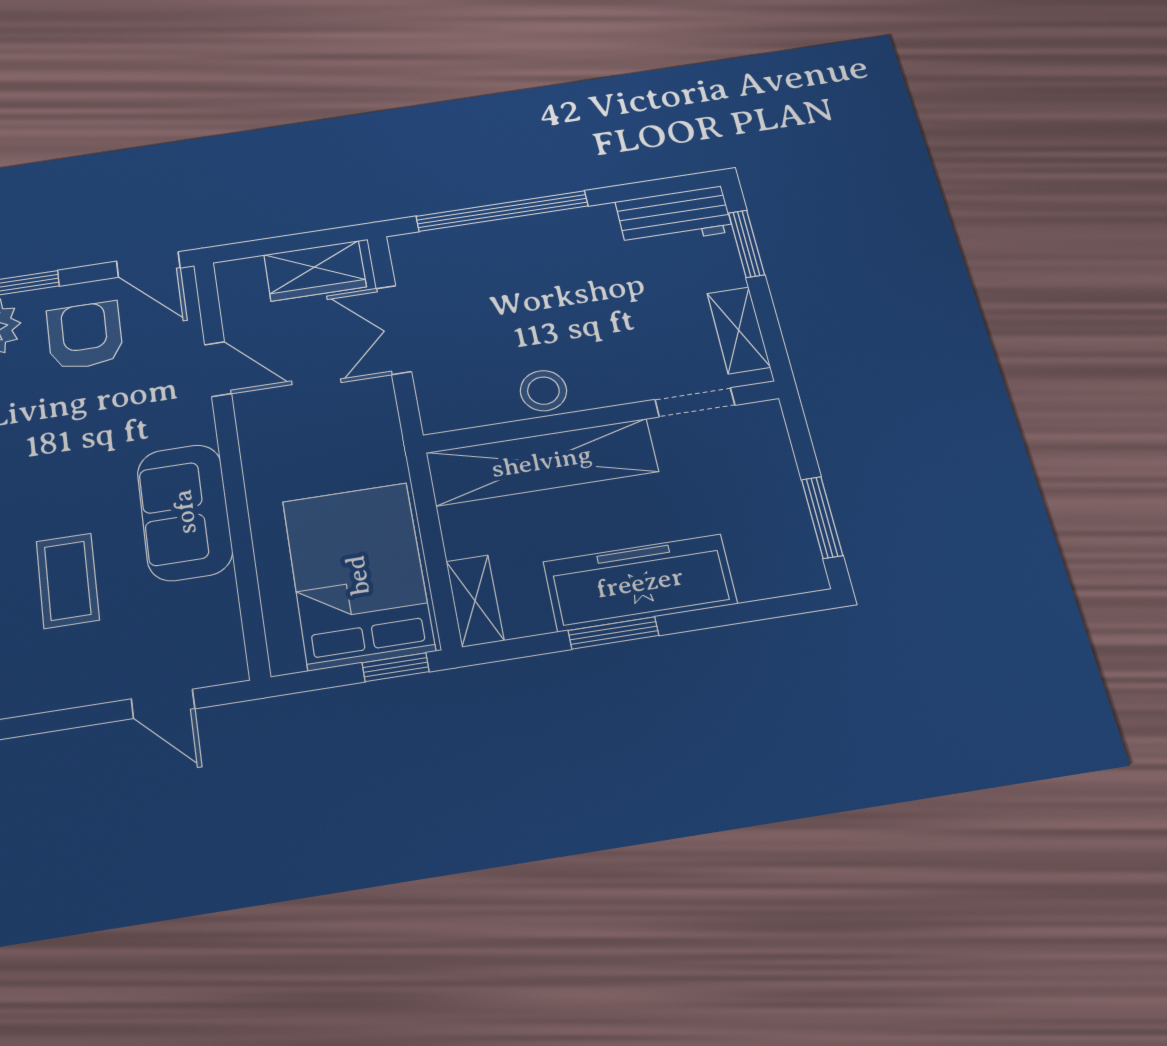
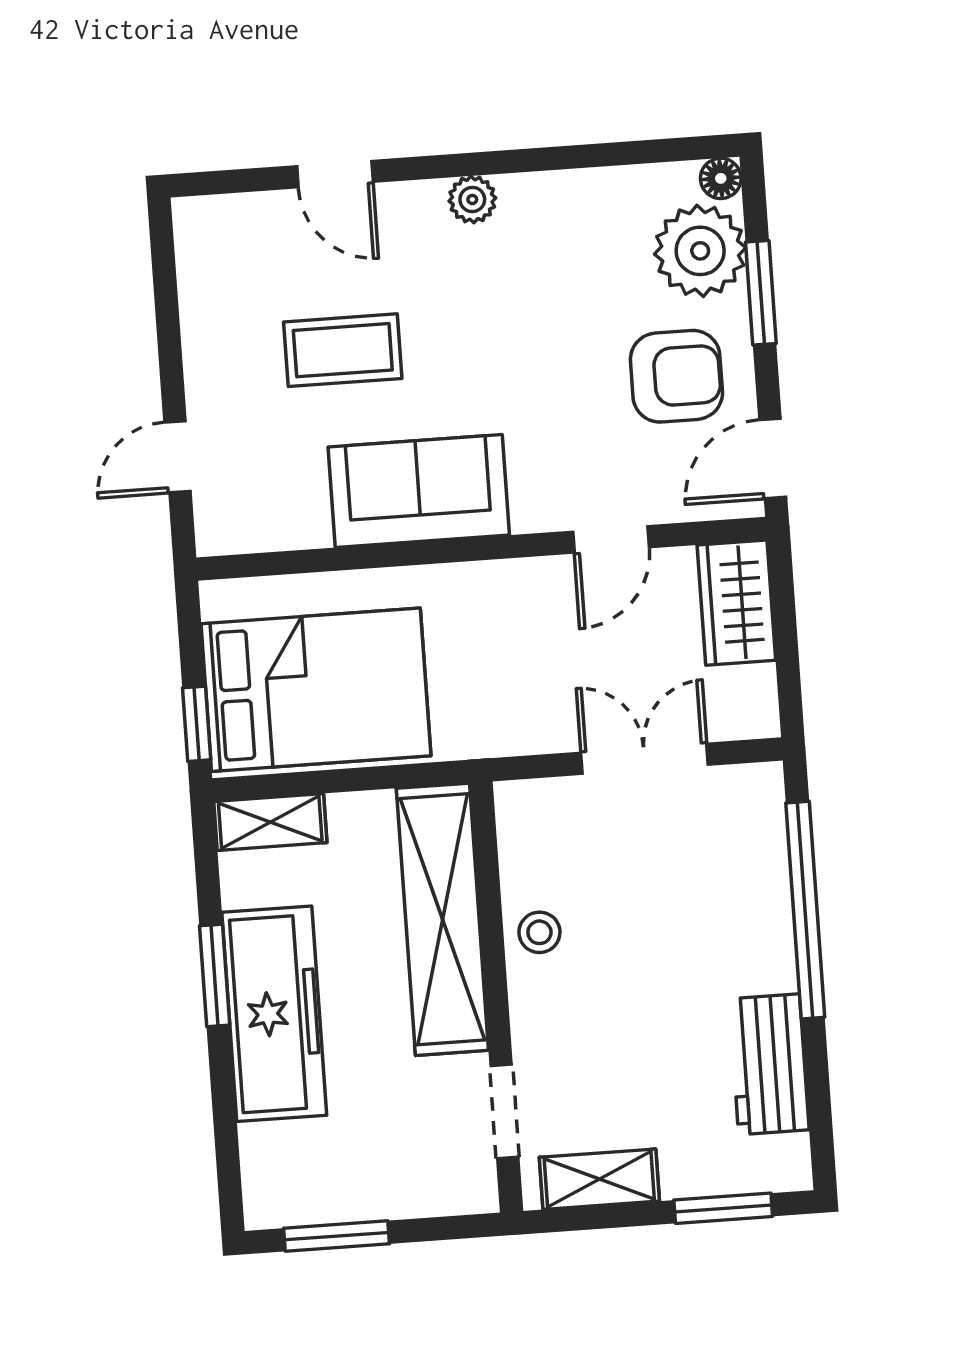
workbench: (674, 217) -> (769, 1064), moved
wardrobe: (315, 271) -> (736, 603), moved
stool: (543, 391) -> (539, 932), width x0.73, depth x0.73

